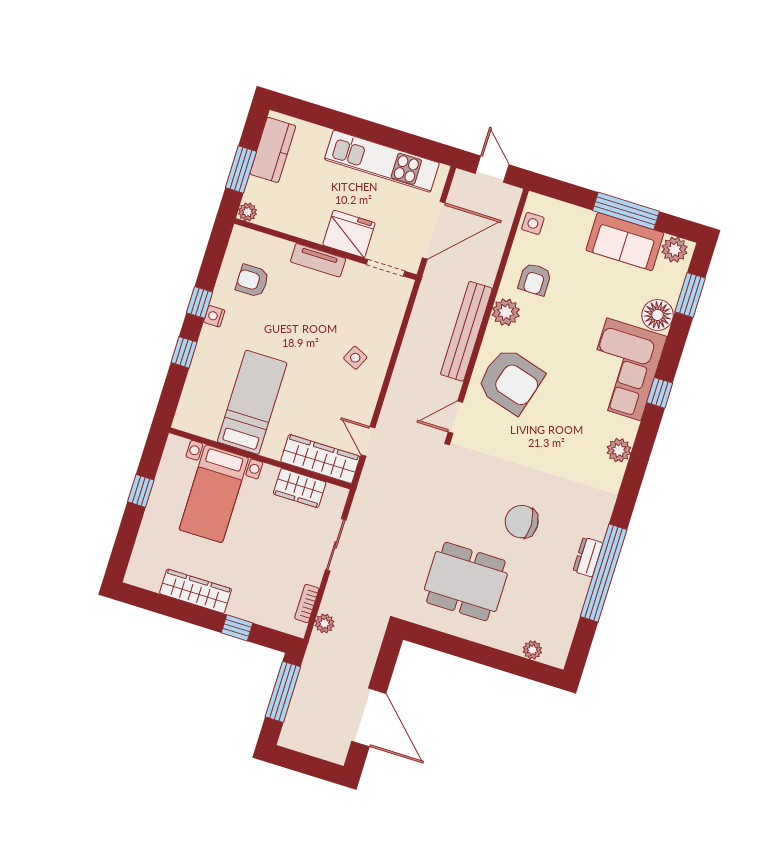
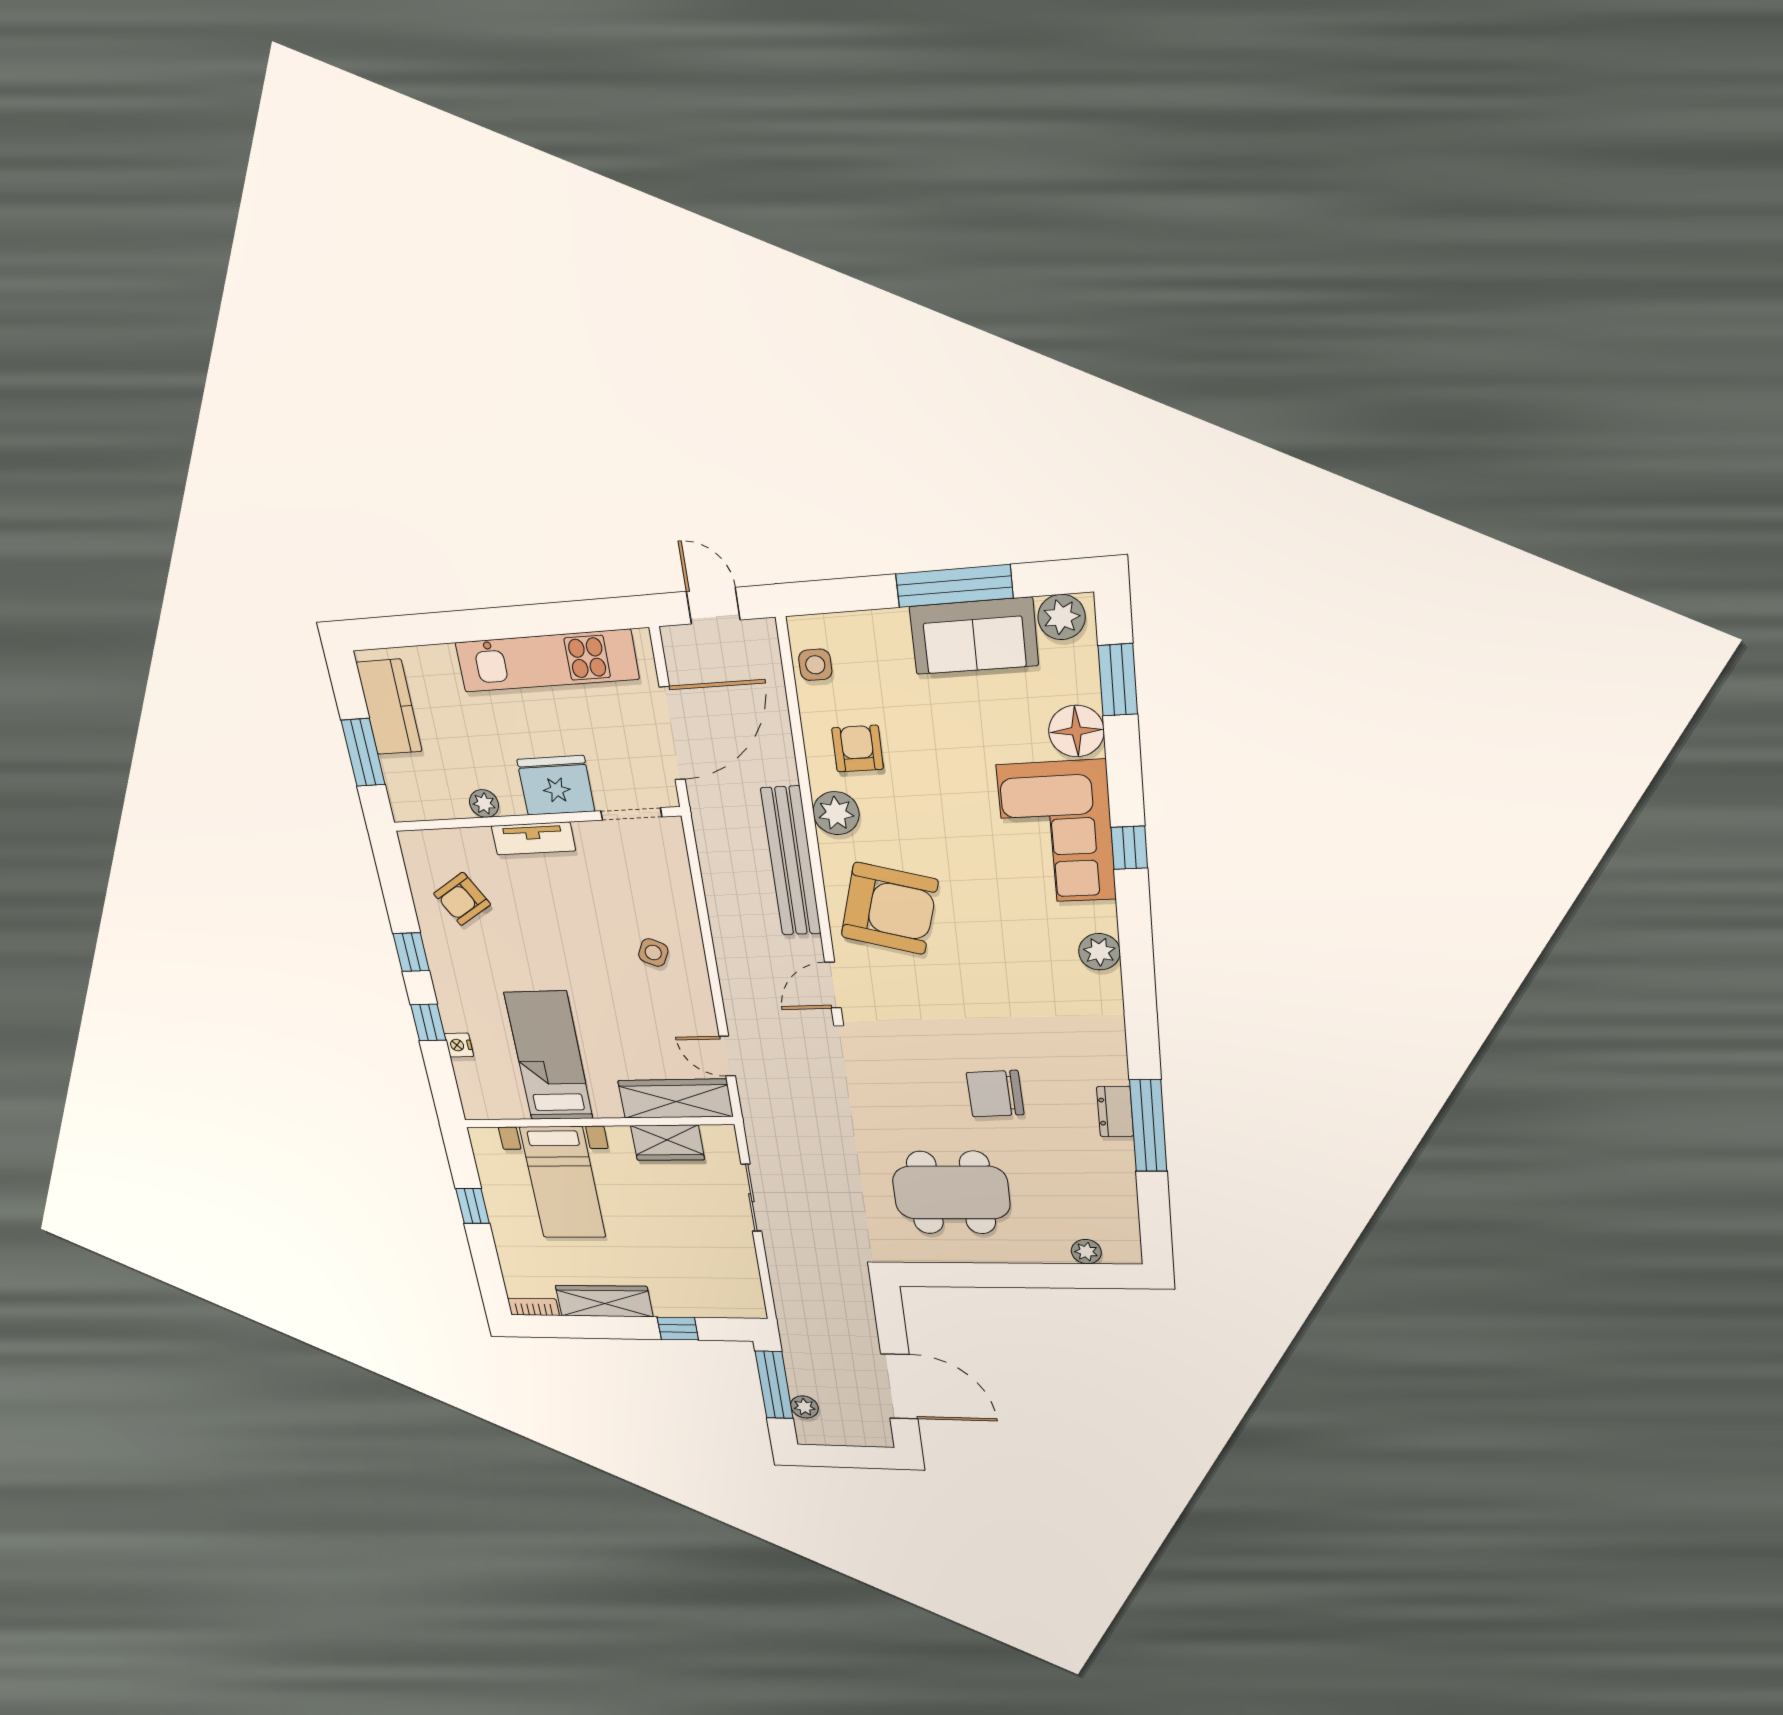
plant: (248, 212) -> (484, 803), moved
armchair: (535, 279) -> (858, 749), turned 180
armchair: (252, 281) -> (462, 899), turned -31
nightstand: (214, 316) -> (459, 1045), moved
window: (604, 573) -> (1148, 1126), width x0.68
bookcase: (307, 603) -> (533, 1307), moved, turned 90
plant: (325, 623) -> (804, 1407), moved

